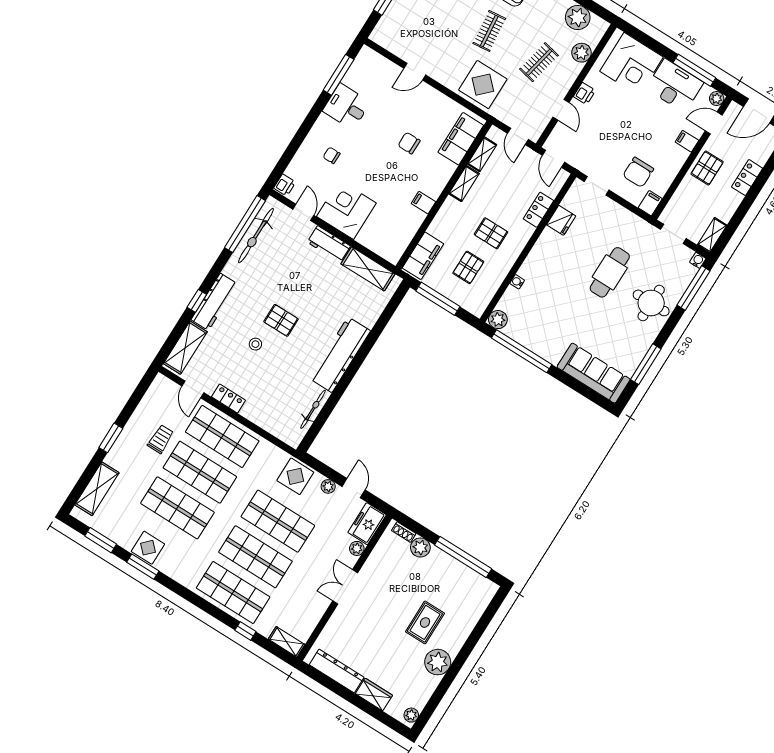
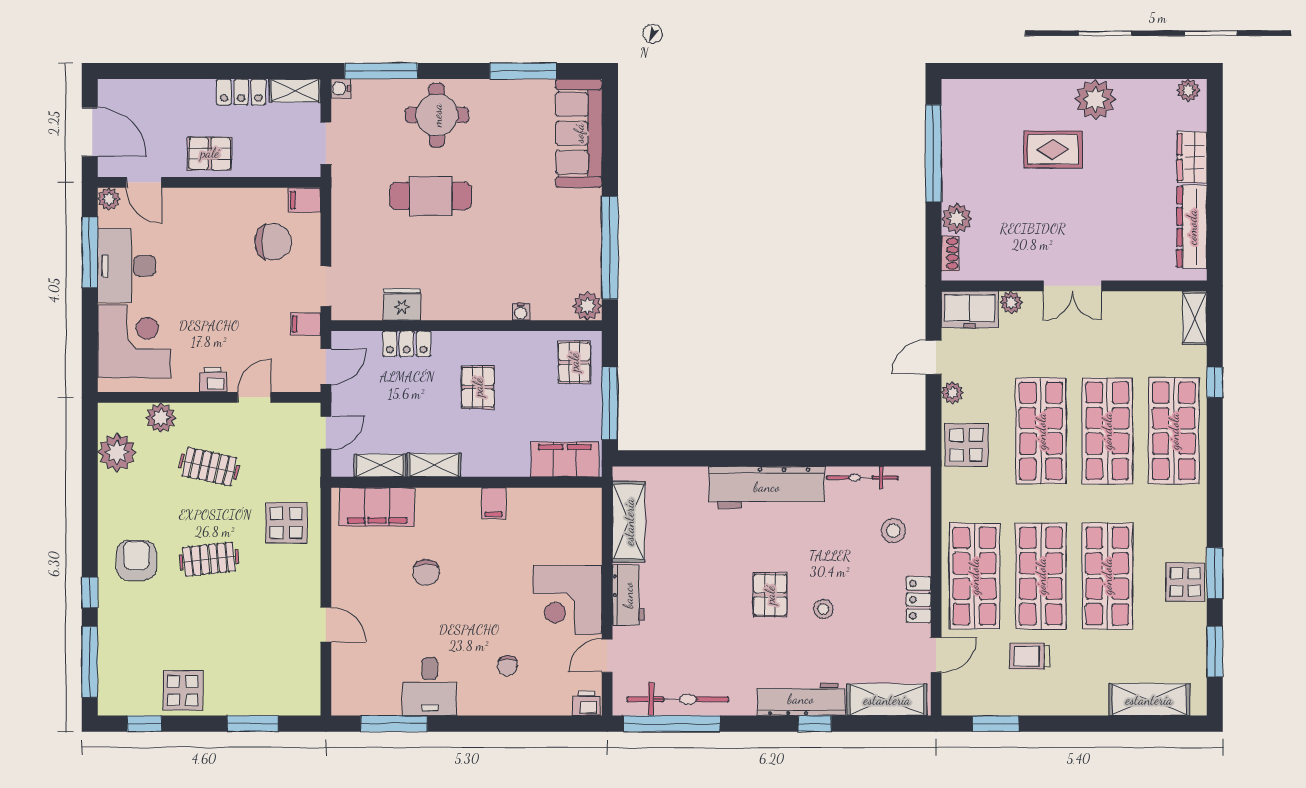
display table: (483, 85) -> (286, 523), width x0.73, depth x0.73
filing cabinet: (687, 141) -> (306, 324), moved, turned 90
locker: (747, 178) -> (241, 92), moved
pallet: (468, 267) -> (574, 362), moved, turned 90
stool: (274, 408) -> (893, 531), added
window: (111, 438) -> (996, 724), moved

